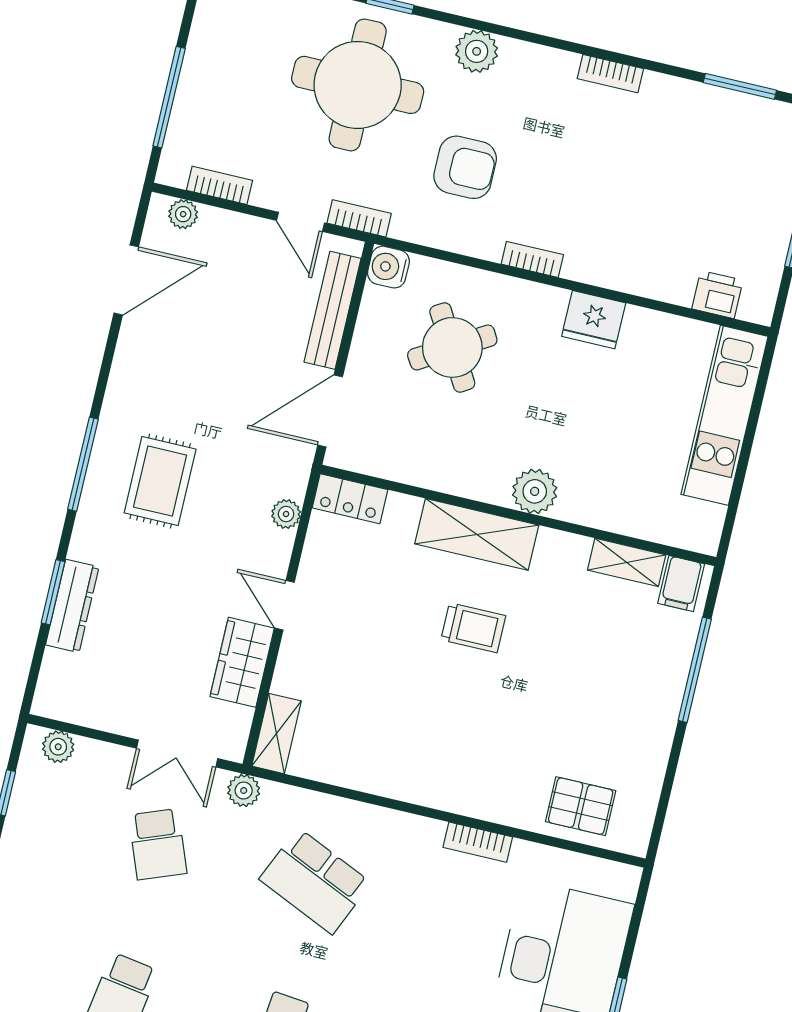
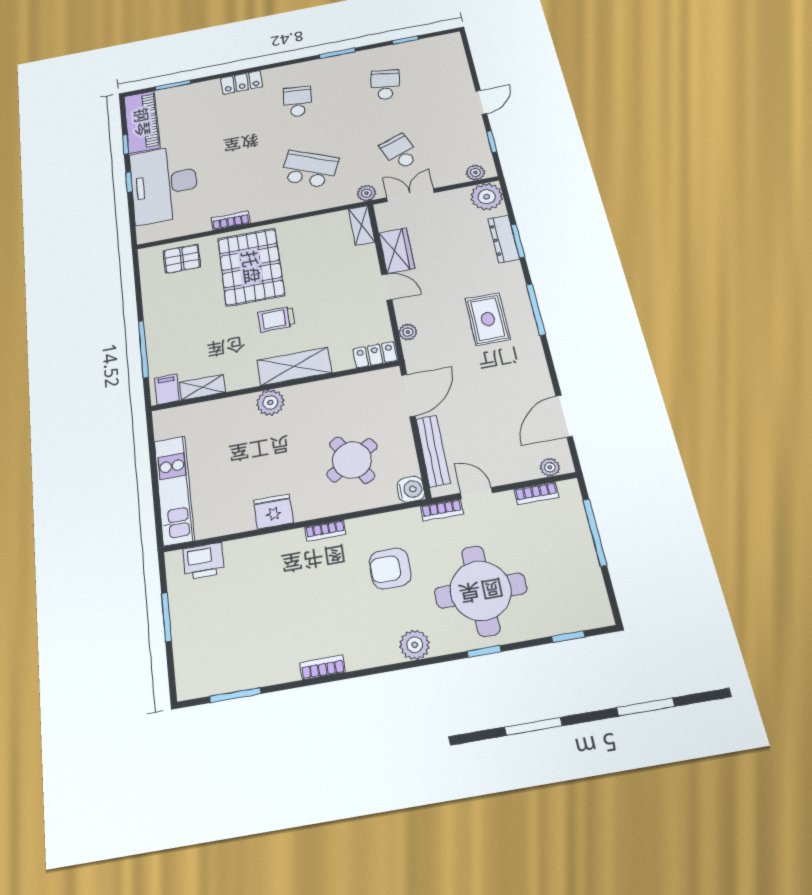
printer: (717, 295) -> (204, 561), width x1.36, depth x1.24
plant: (62, 694) -> (487, 197), added
pallet: (477, 739) -> (251, 267), added

